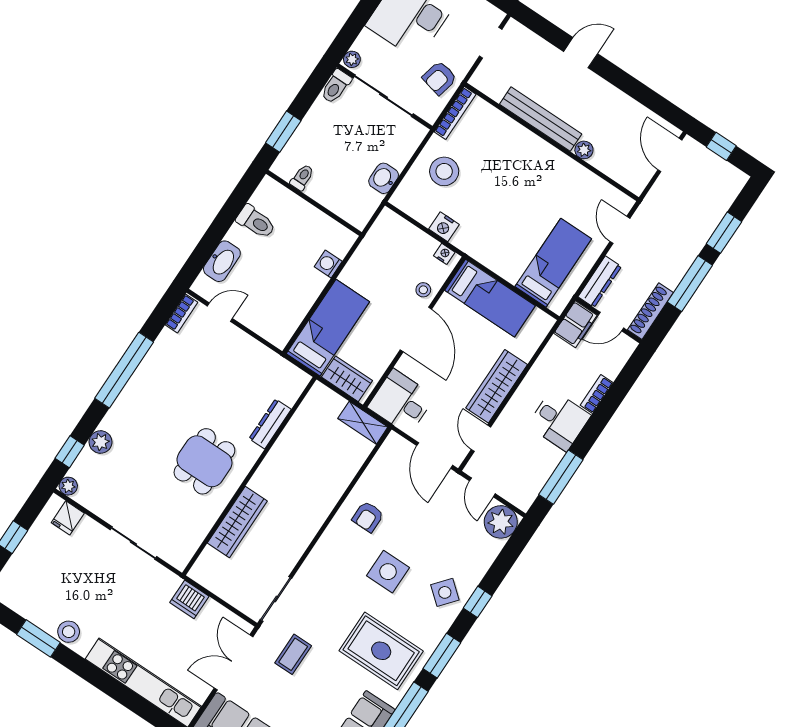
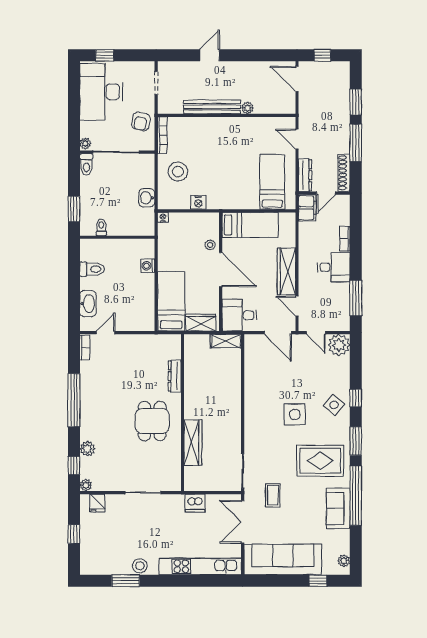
nightstand: (444, 254) -> (163, 217), moved
armchair: (368, 517) -> (263, 391), removed

